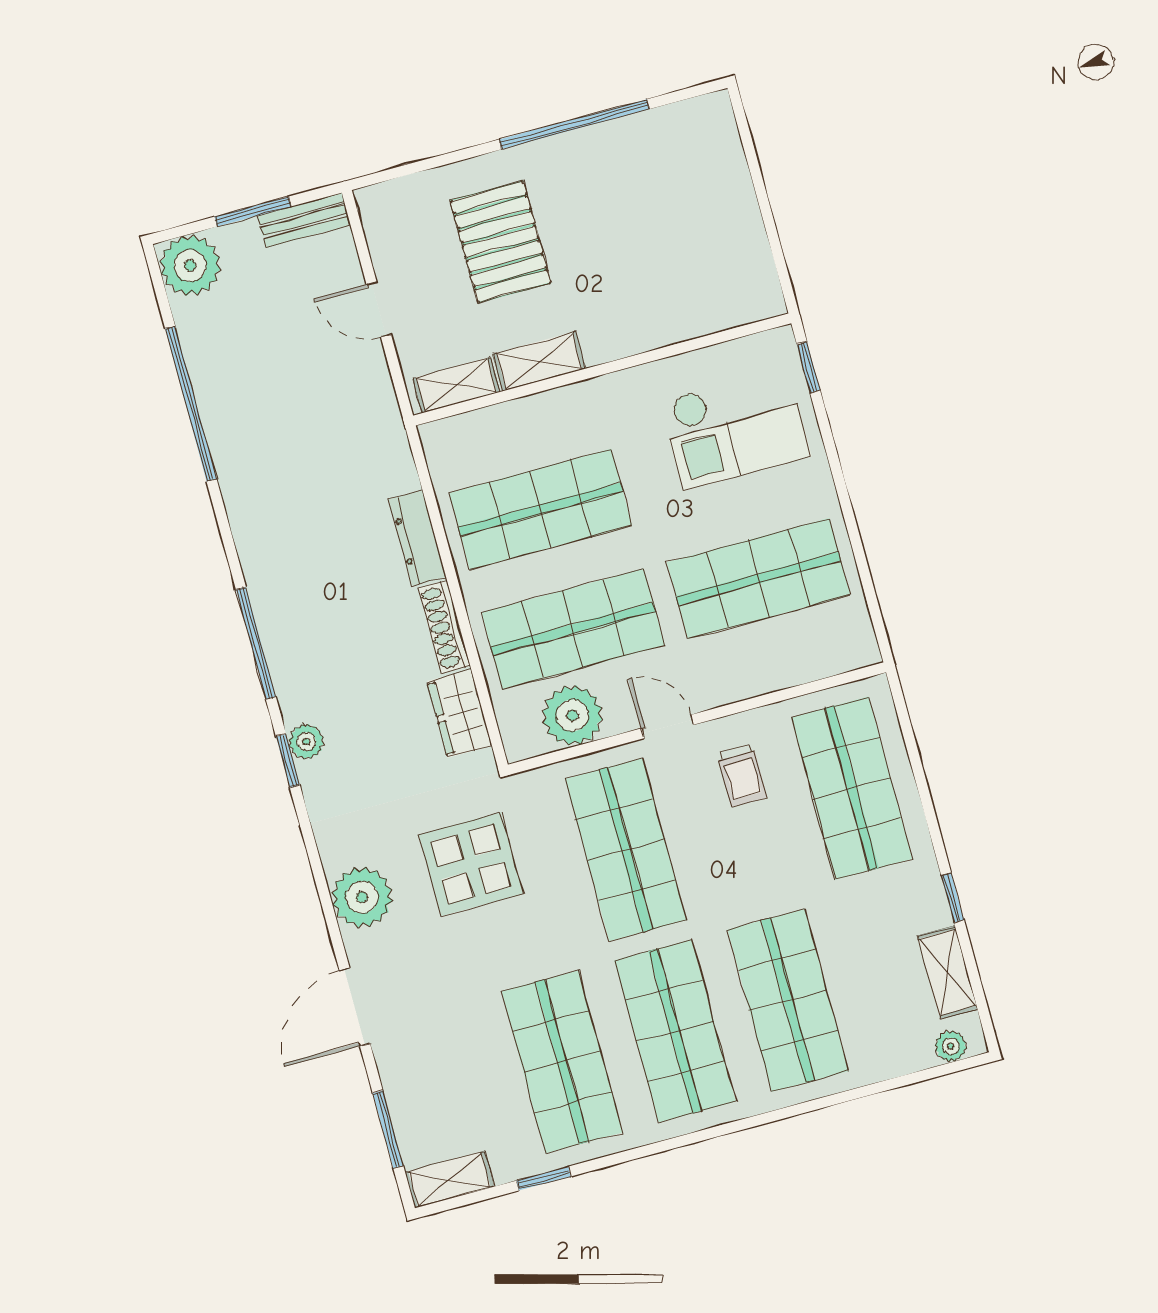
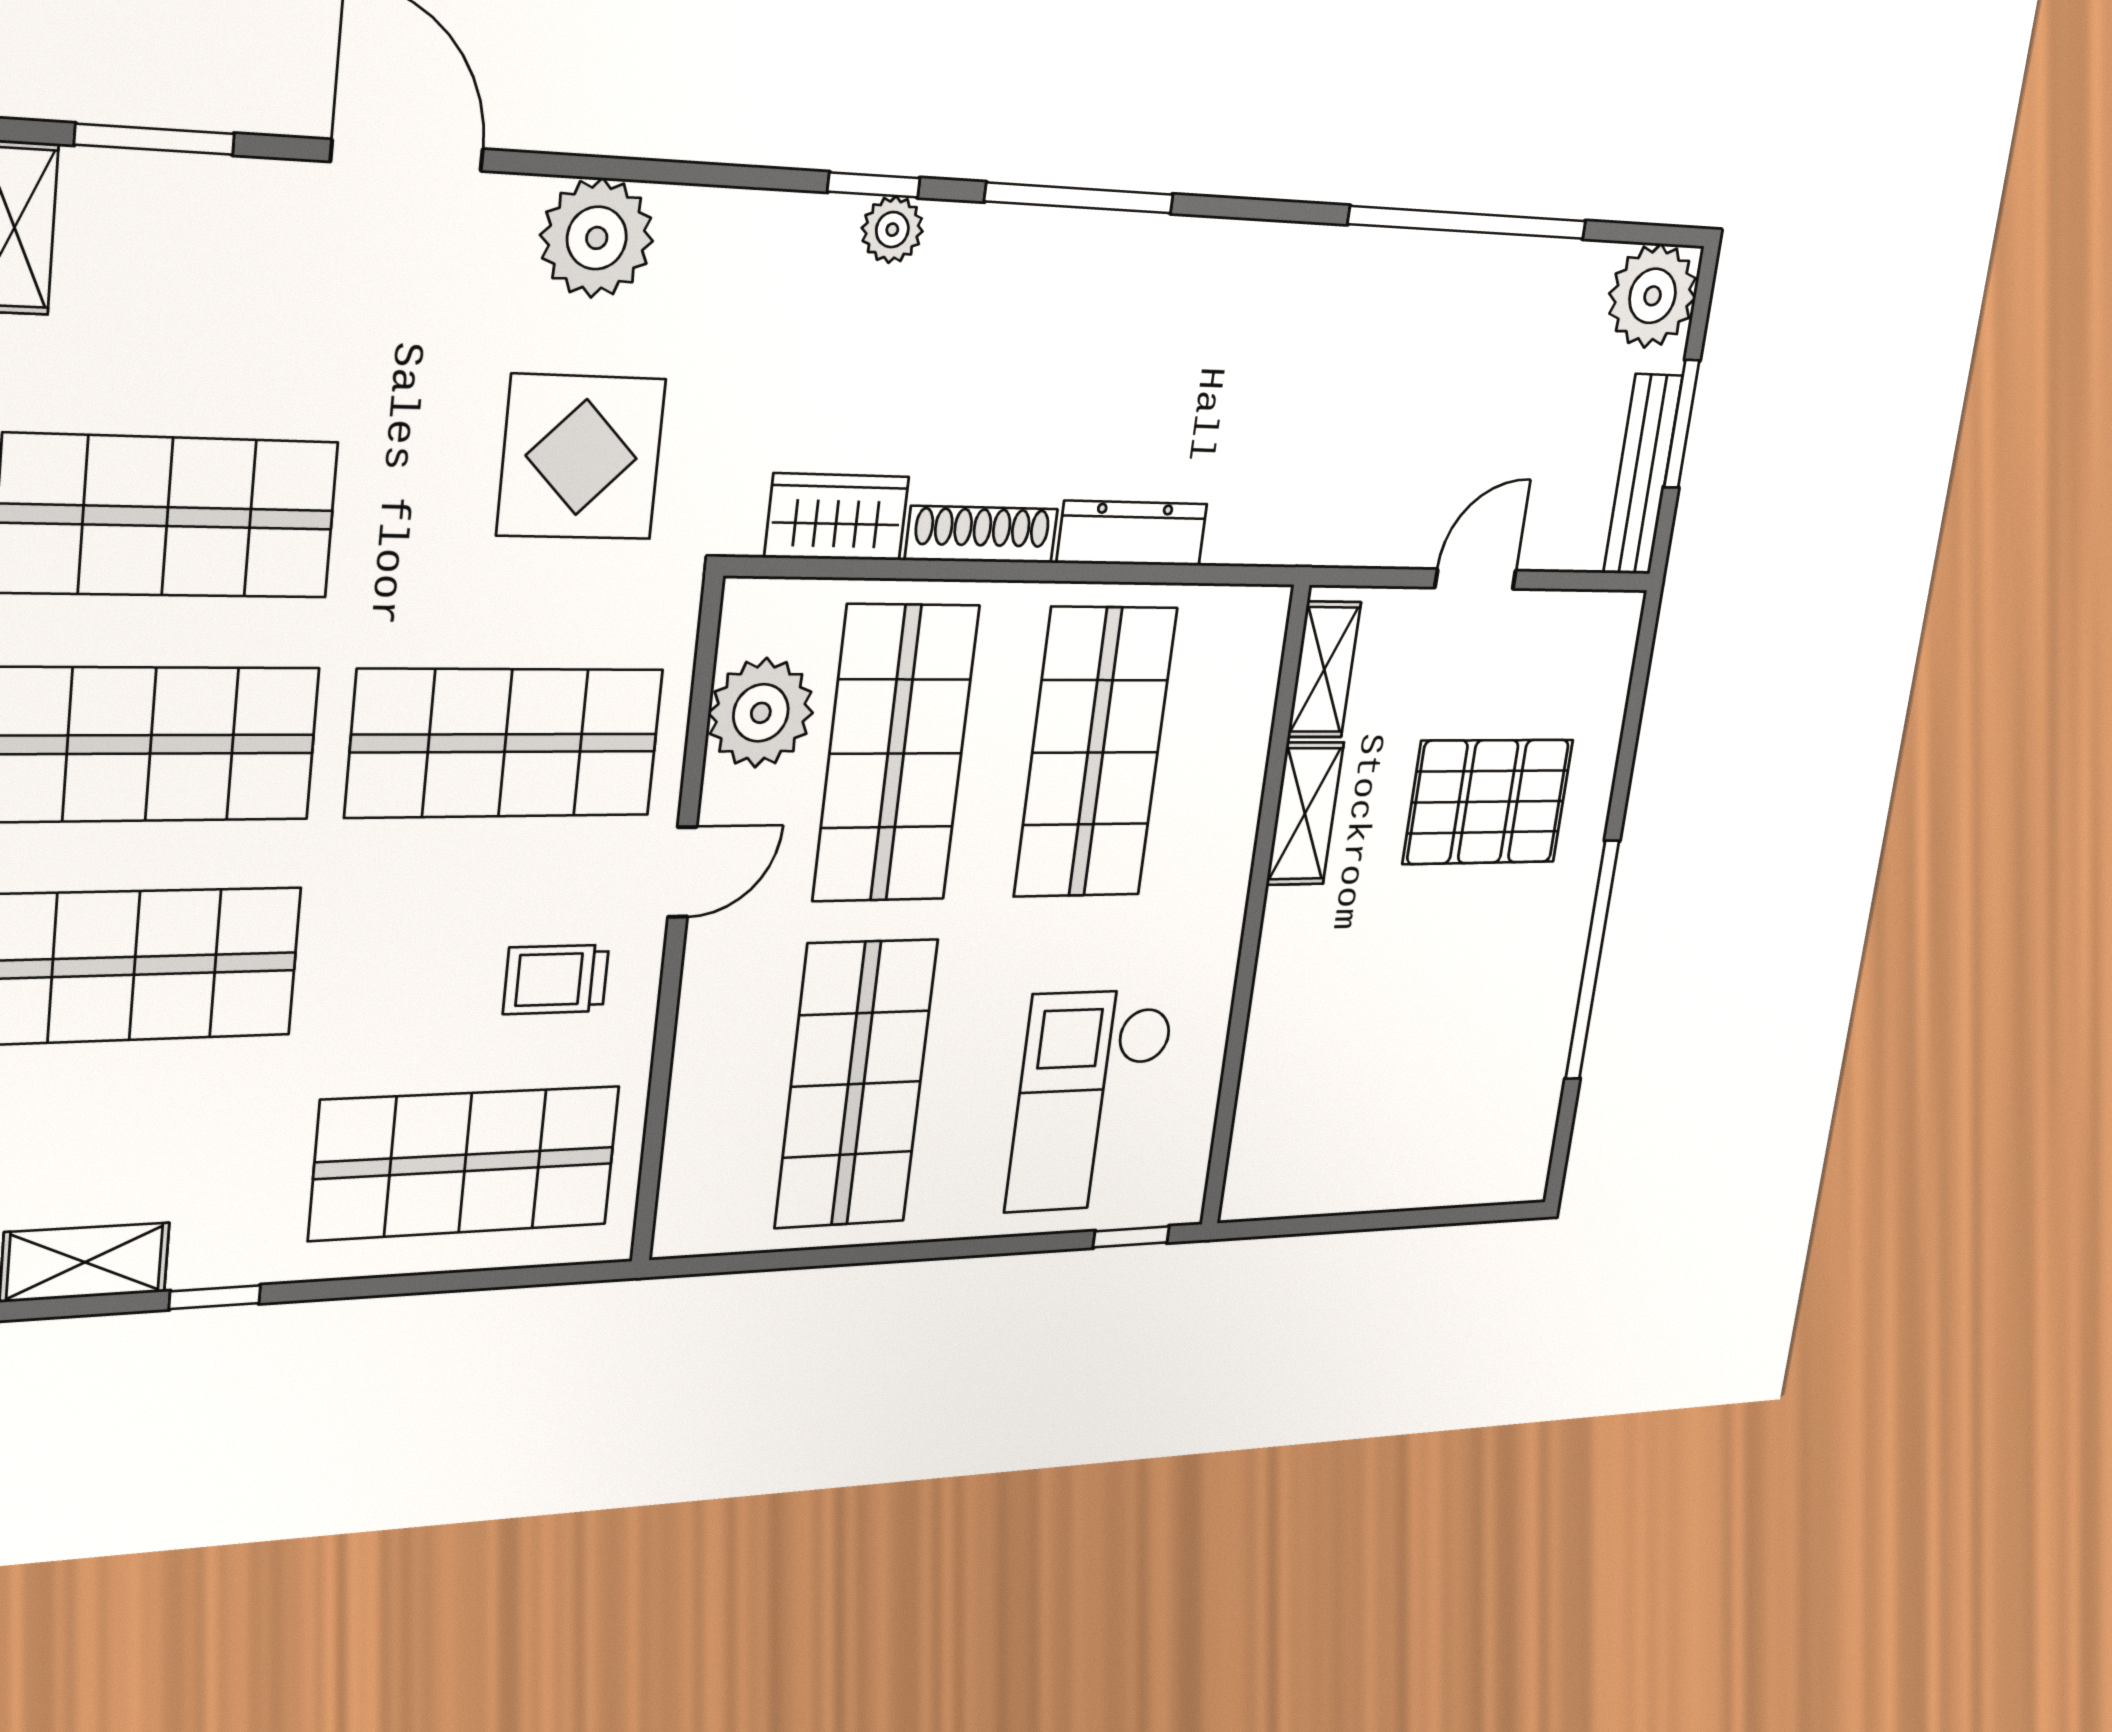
bench: (304, 220) -> (1643, 475), width x1.36

